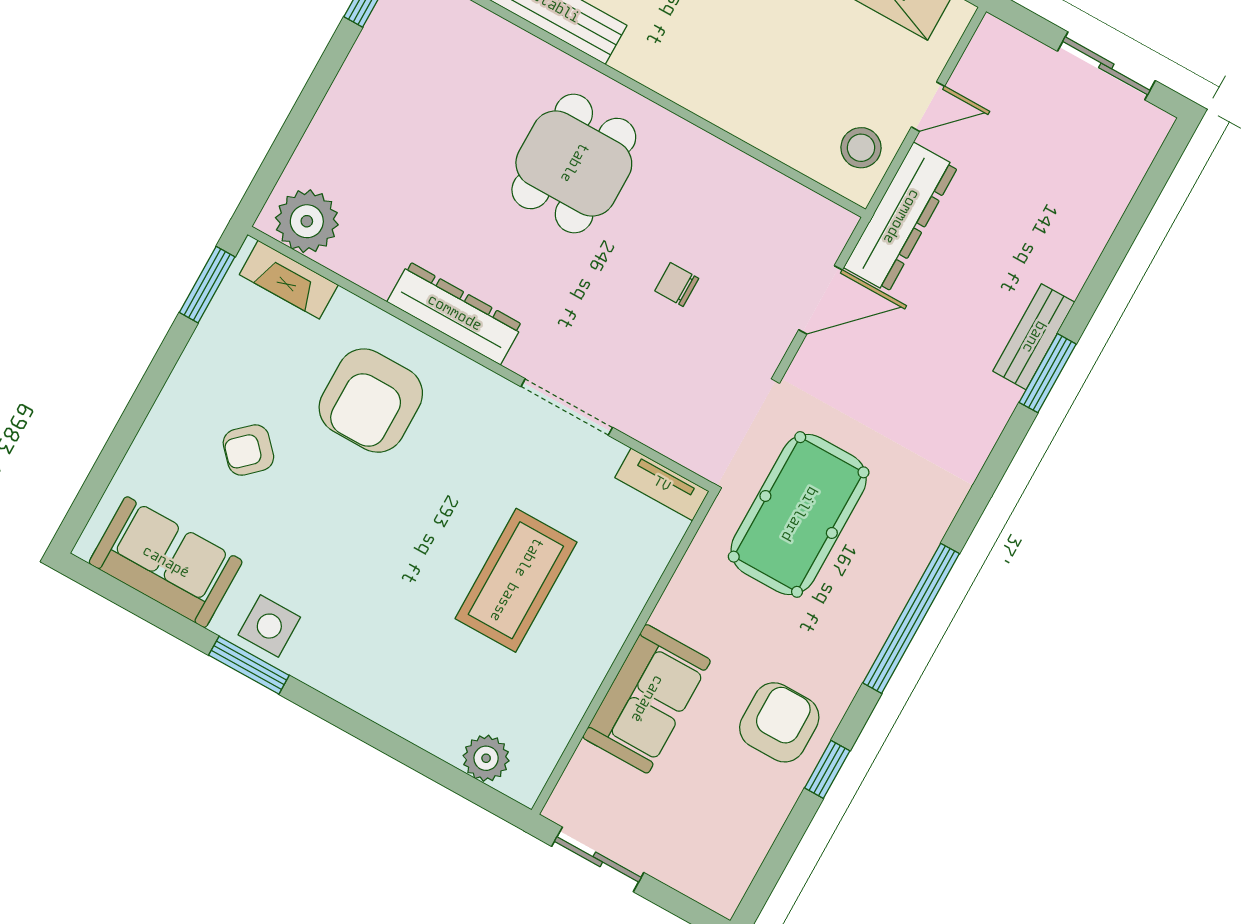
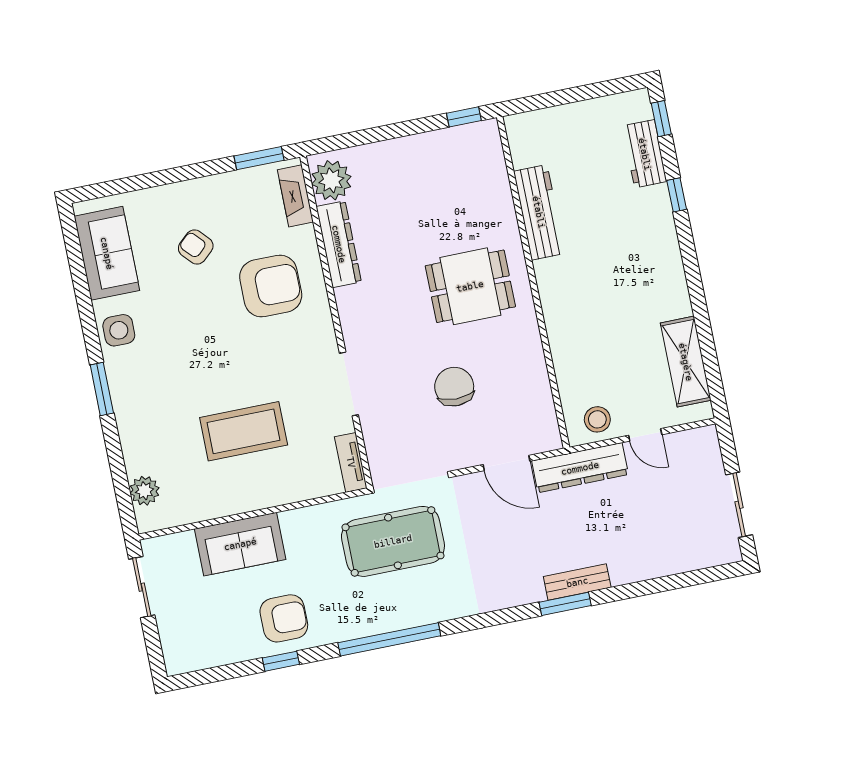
chair: (677, 285) -> (454, 387), width x1.87, depth x1.87
dresser: (455, 313) -> (339, 244), moved
armchair: (371, 401) -> (271, 286), turned 180
window: (249, 665) -> (102, 389), moved

